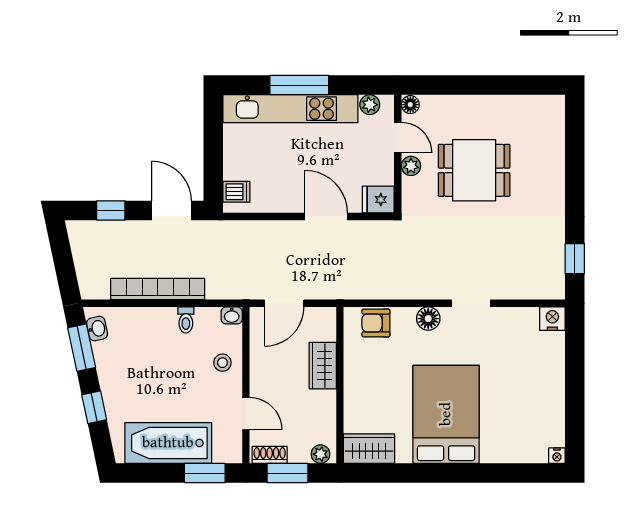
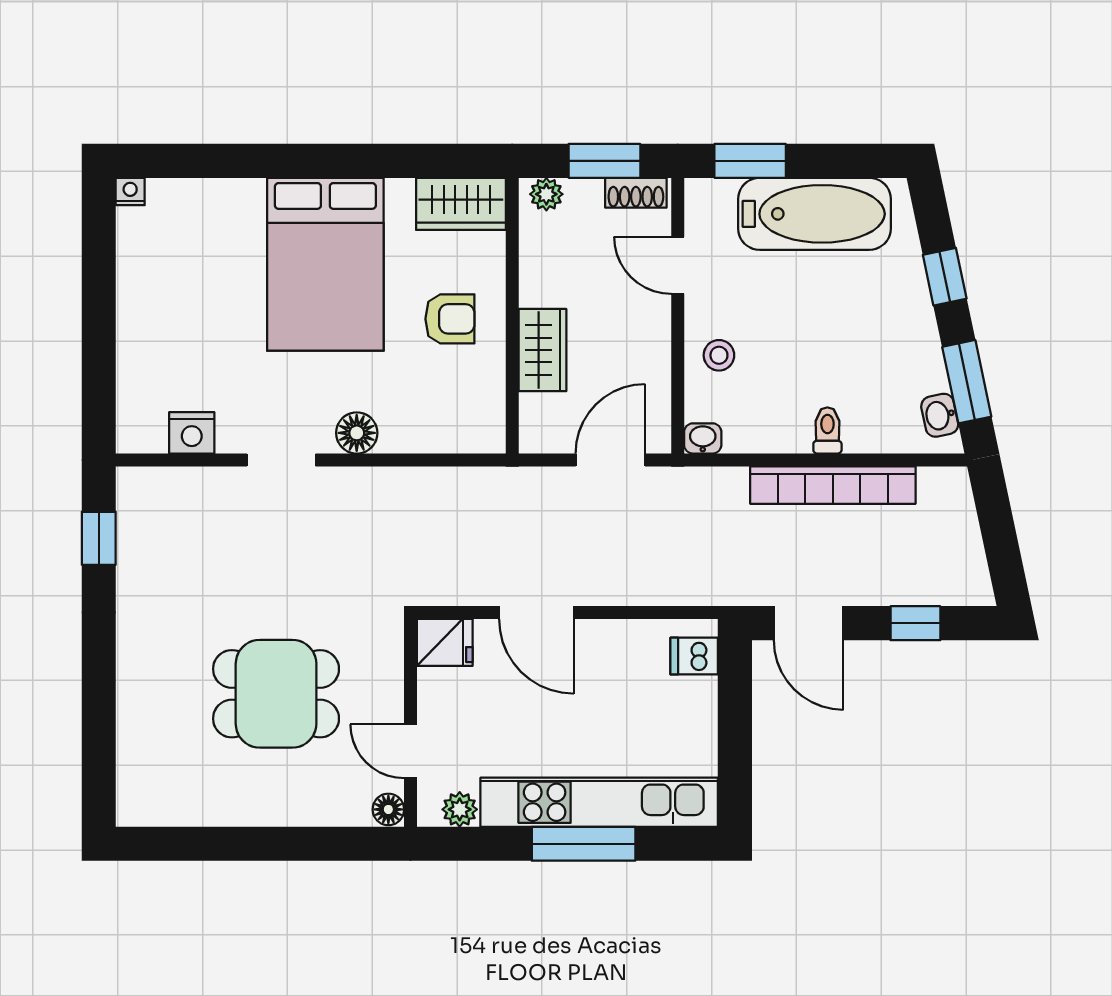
plant: (411, 166) -> (387, 701), removed
nightstand: (552, 319) -> (192, 433), moved
toilet: (186, 320) -> (827, 430), moved
armchair: (376, 323) -> (450, 319), moved

